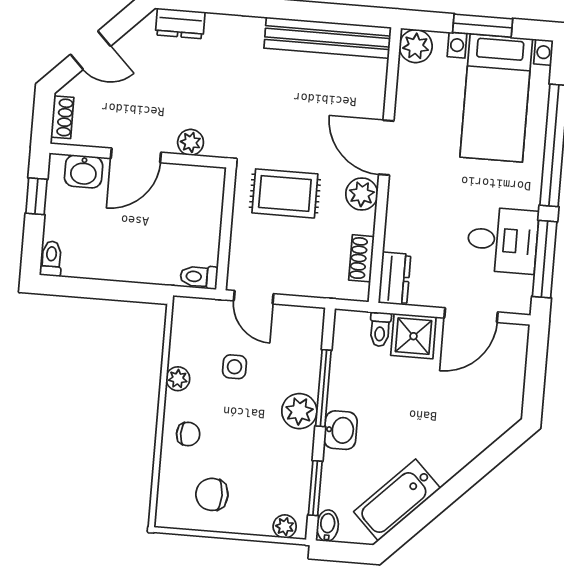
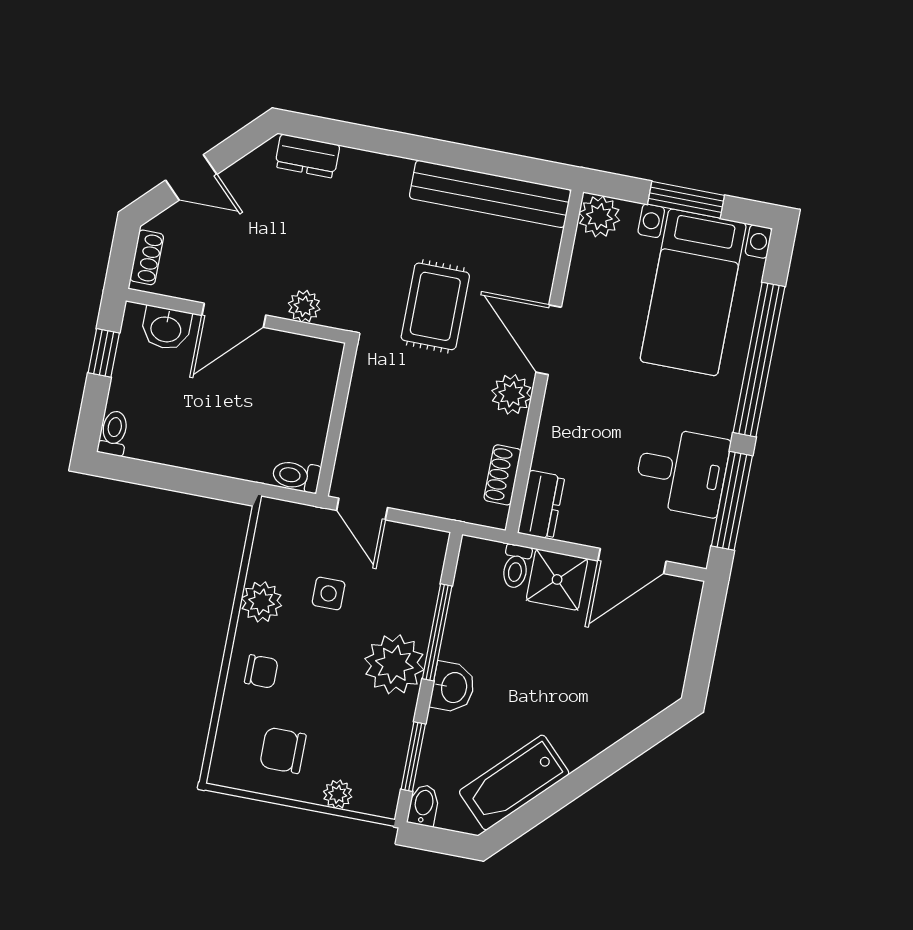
rug: (285, 193) -> (435, 306), moved, turned 90
plant: (178, 379) -> (261, 602), width x1.38, depth x1.38
plant: (299, 411) -> (394, 664), width x1.36, depth x1.36
plant: (285, 526) -> (338, 794), moved

